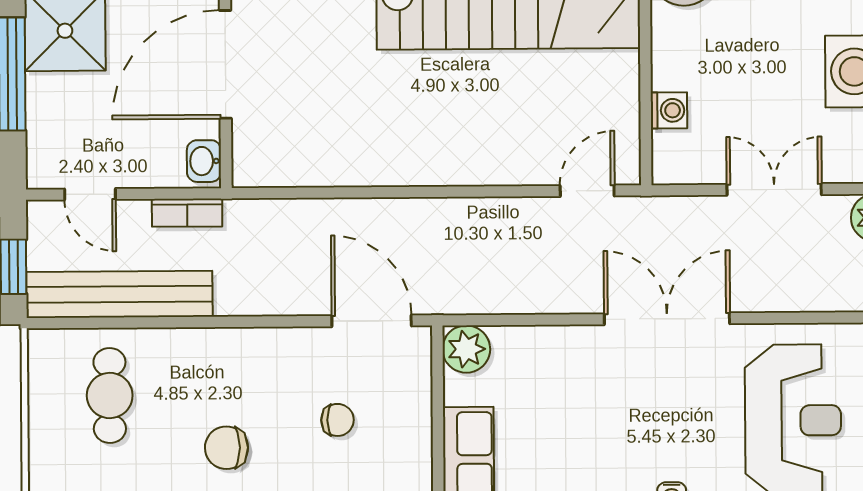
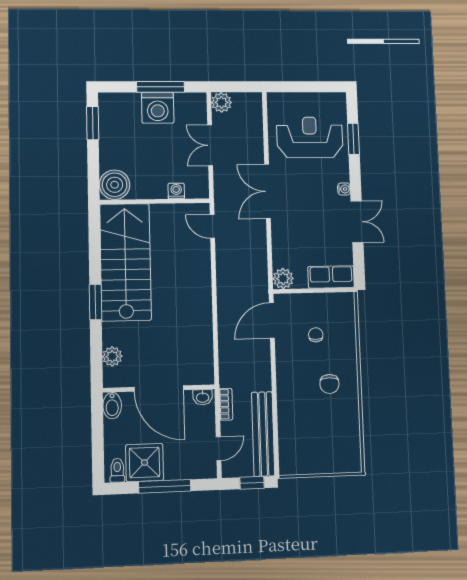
cafe table: (110, 396) -> (308, 437), removed

